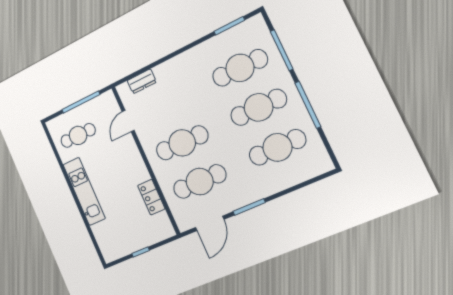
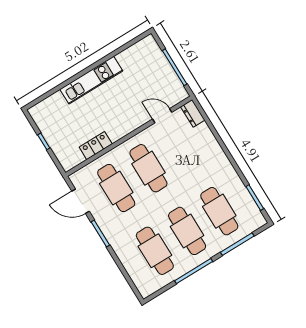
dresser: (142, 81) -> (193, 113), moved
cafe table: (78, 135) -> (143, 68), removed

